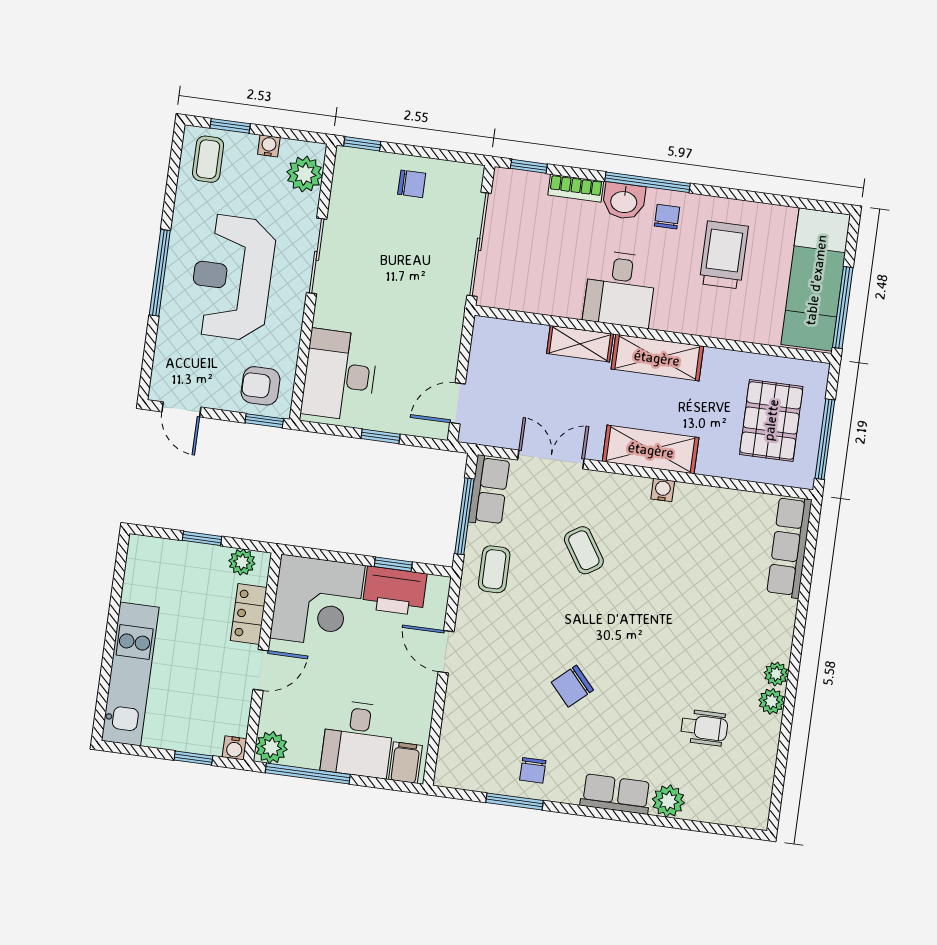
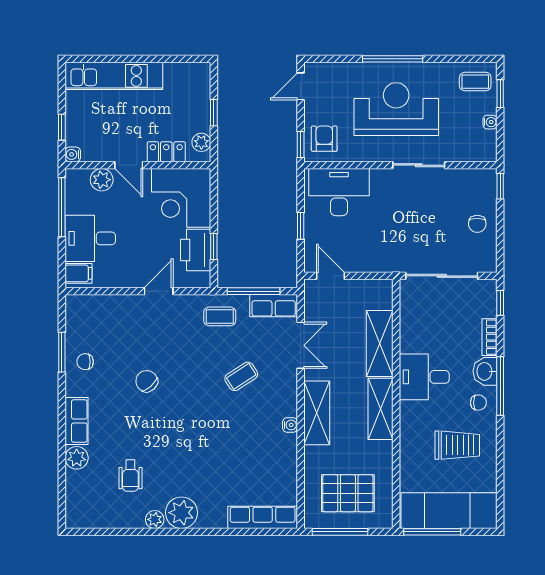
plant: (305, 174) -> (474, 149), removed
shelving: (580, 344) -> (380, 343), width x1.50, depth x1.33
plant: (776, 674) -> (181, 513), width x1.88, depth x1.88
plant: (271, 747) -> (102, 180), moved

